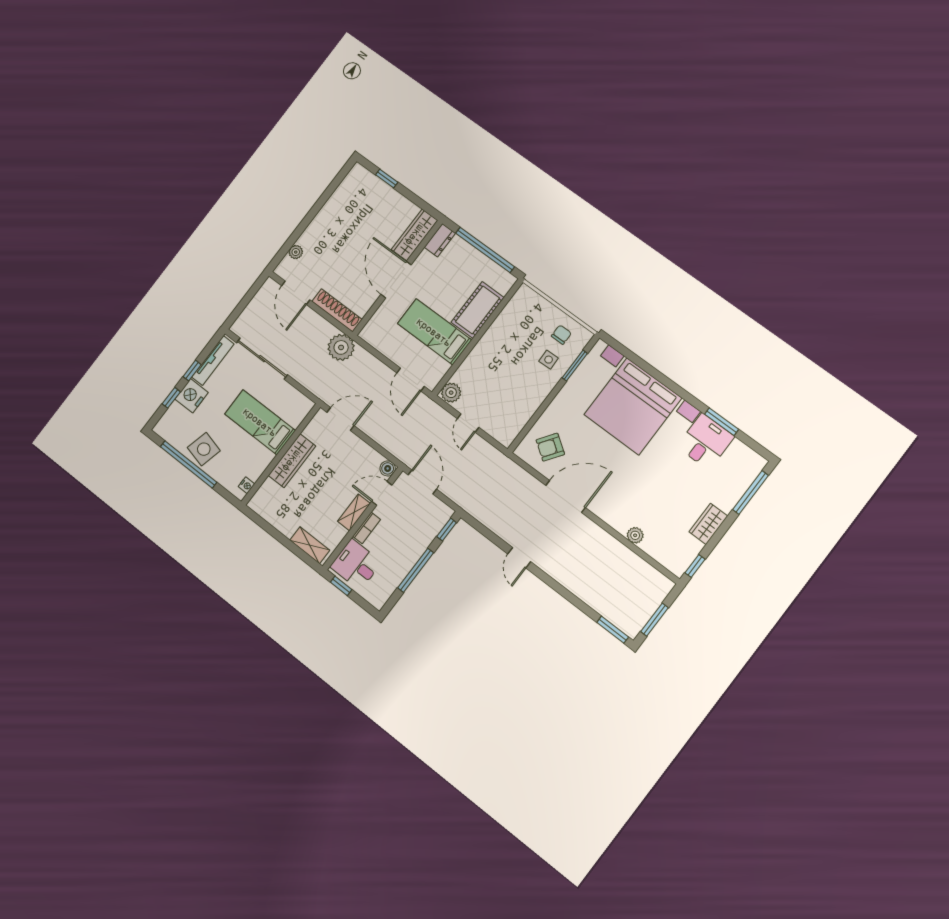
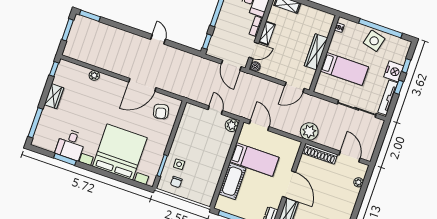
armchair: (550, 447) -> (161, 111), turned 132

